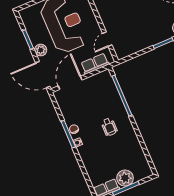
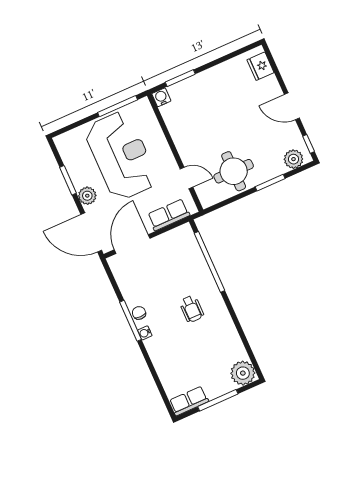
round table: (139, 35) -> (234, 171), added
door: (107, 39) -> (186, 178), swing flipped
plant: (125, 178) -> (243, 373), moved

